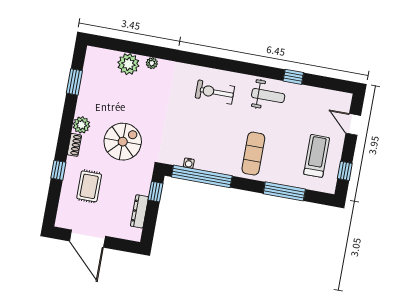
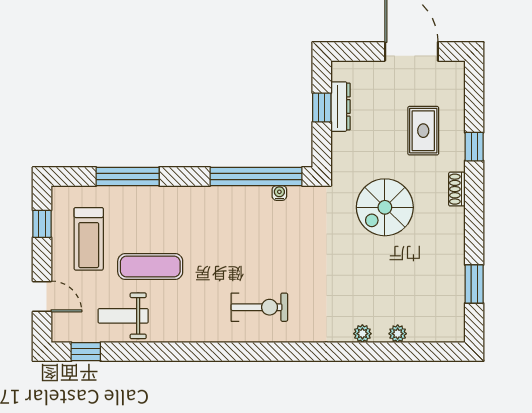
plant: (128, 64) -> (398, 334), width x0.53, depth x0.53
window: (293, 77) -> (86, 352), moved
weight bench: (268, 96) -> (123, 316), moved
plant: (81, 125) -> (452, 221), removed
exercise mat: (253, 154) -> (150, 266), moved, turned 90
window: (155, 192) -> (322, 107), moved

